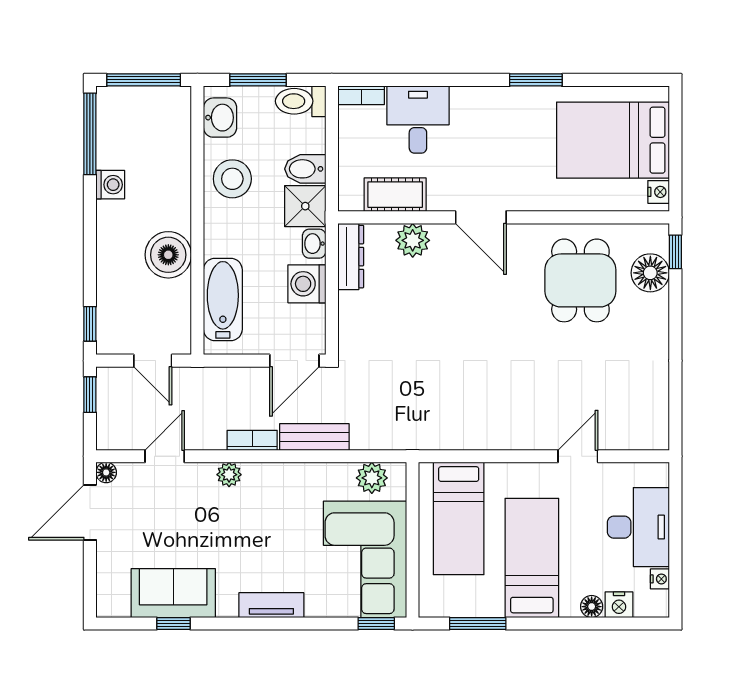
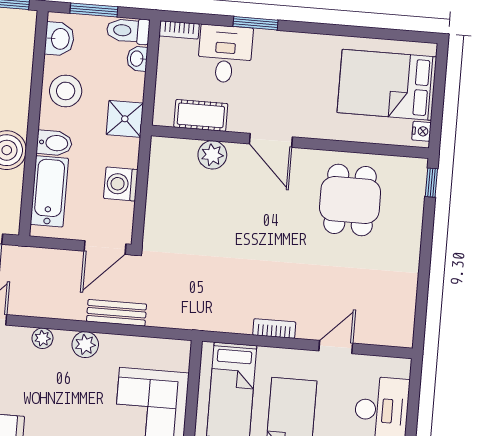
window: (536, 80) -> (256, 23), moved
bidet: (305, 169) -> (54, 143), moved, turned 180
washbasin: (314, 244) -> (137, 59), moved
dresser: (351, 257) -> (159, 164), removed
floor lamp: (650, 273) -> (409, 198), removed
bookcase: (252, 440) -> (274, 328), moved
plant: (372, 478) -> (85, 345), moved

